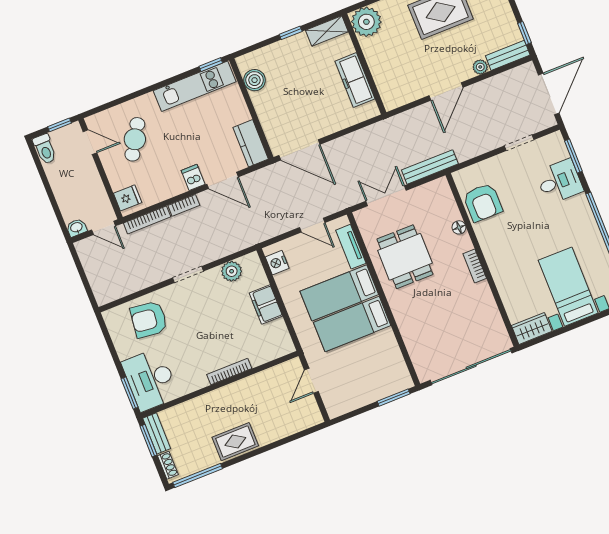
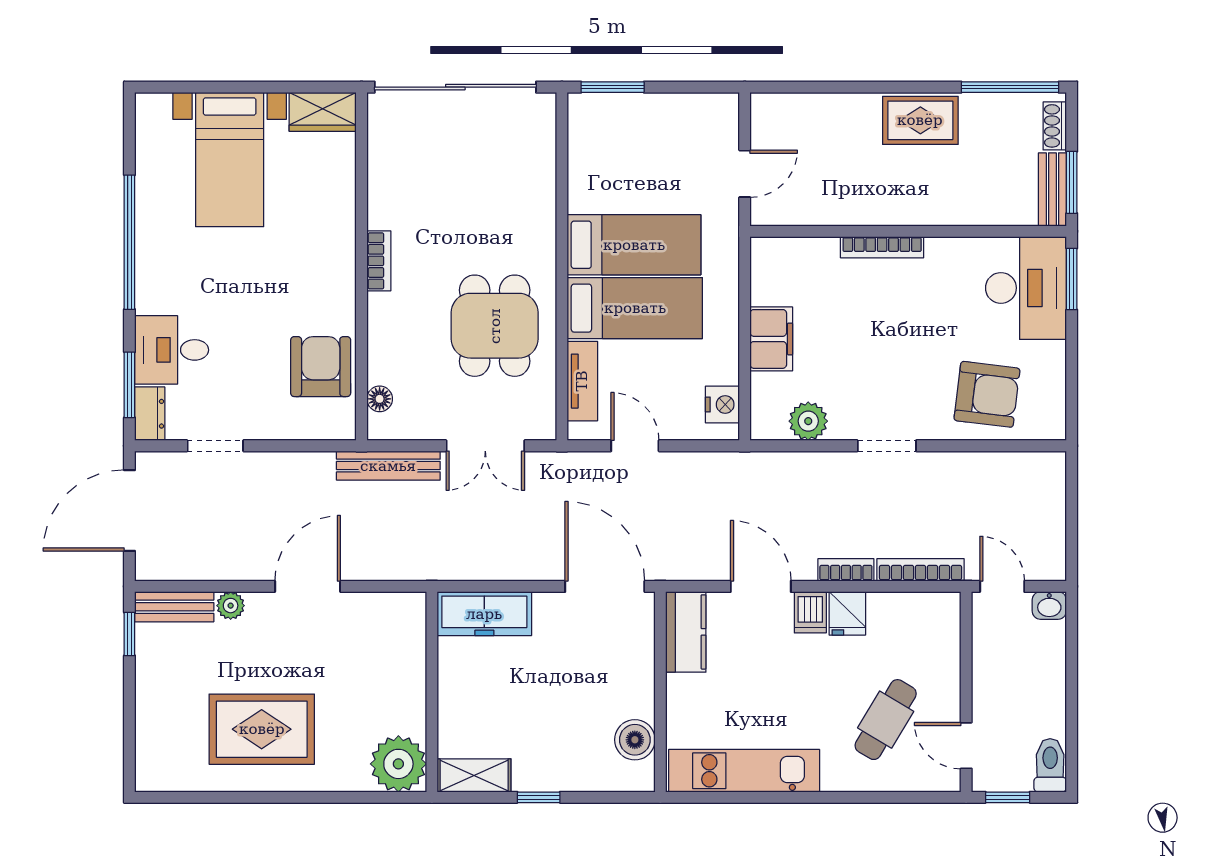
window: (211, 65) -> (701, 797), removed
freezer: (355, 80) -> (484, 614), moved, turned 90
dresser: (558, 146) -> (150, 414), added
fridge: (128, 198) -> (847, 613), moved, turned -90
floor lamp: (459, 227) -> (380, 399), moved

